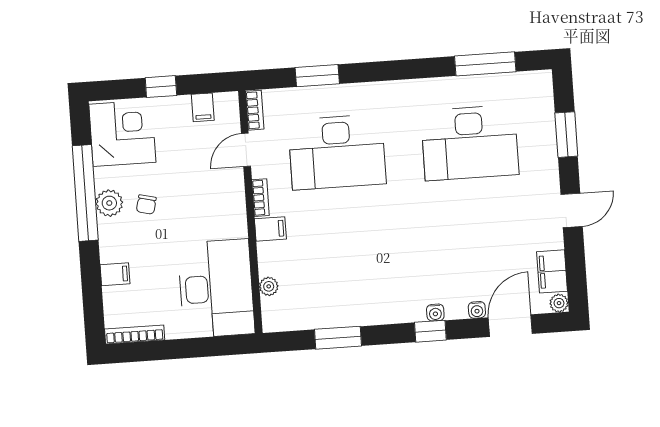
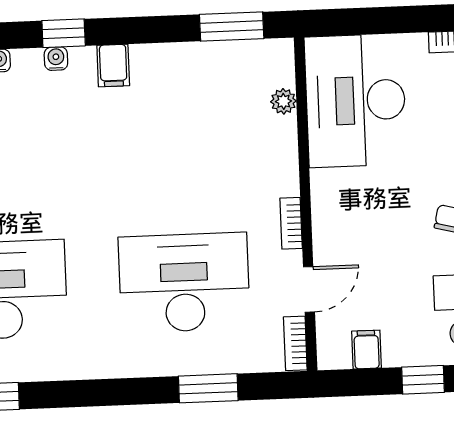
filing cabinet: (270, 229) -> (113, 66), moved, turned -90
window: (338, 338) -> (232, 26), moved

